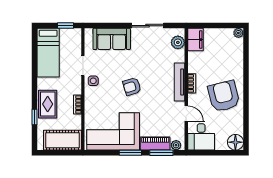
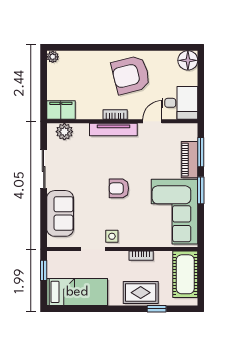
armchair: (132, 87) -> (119, 188), turned 107
plant: (176, 145) -> (191, 134), removed

